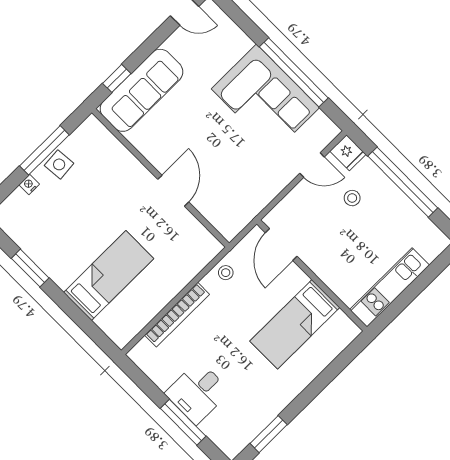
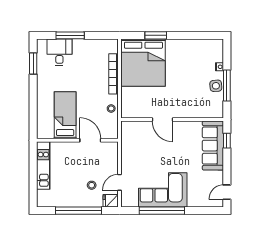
door: (281, 245) -> (90, 140), moved
window: (30, 268) -> (156, 35), moved
bed: (109, 276) -> (143, 63), width x2.04
desk: (197, 392) -> (59, 52), moved

